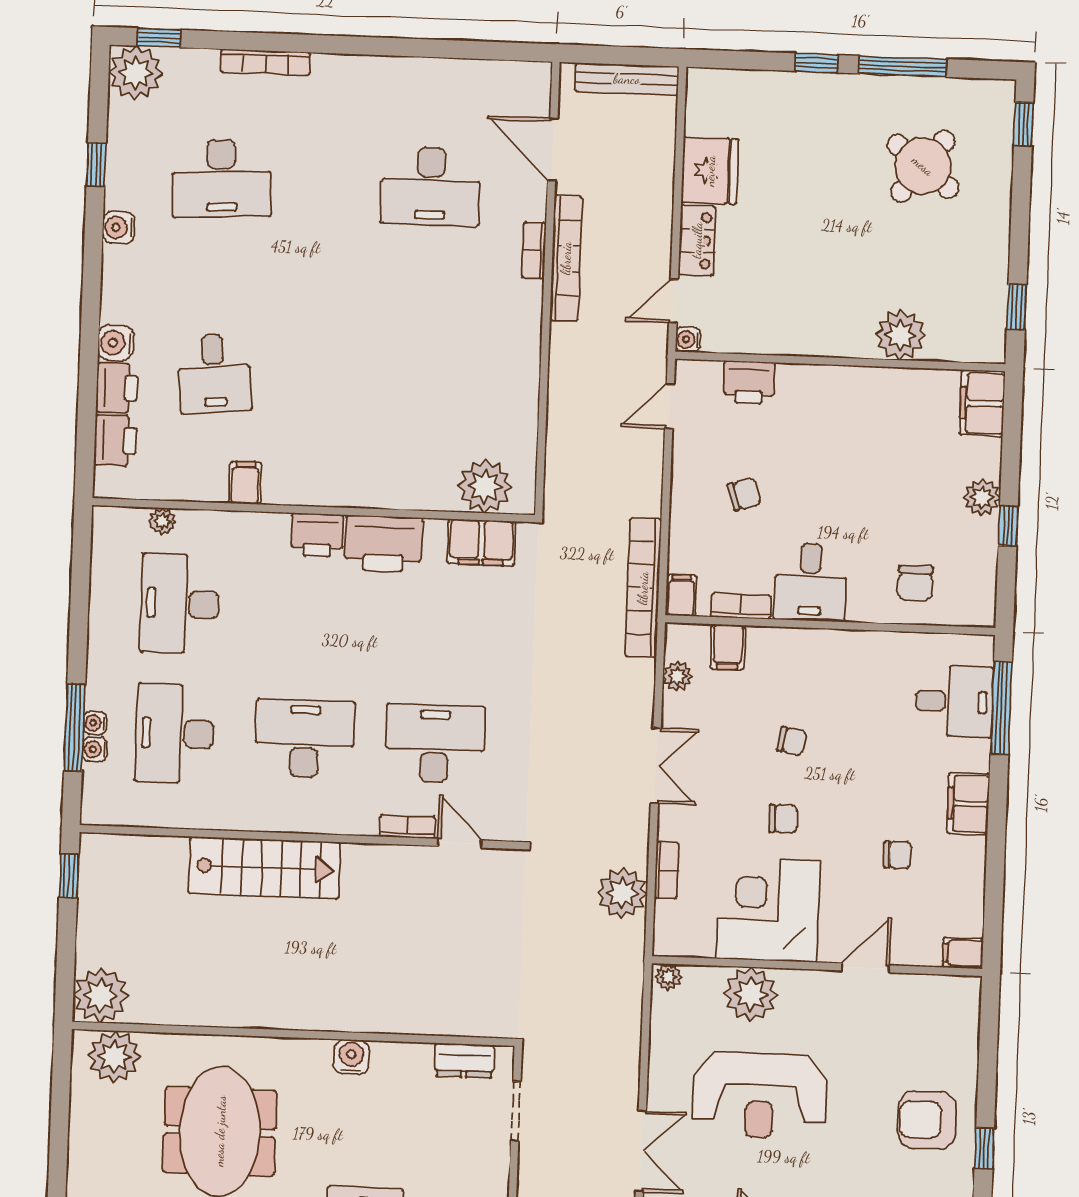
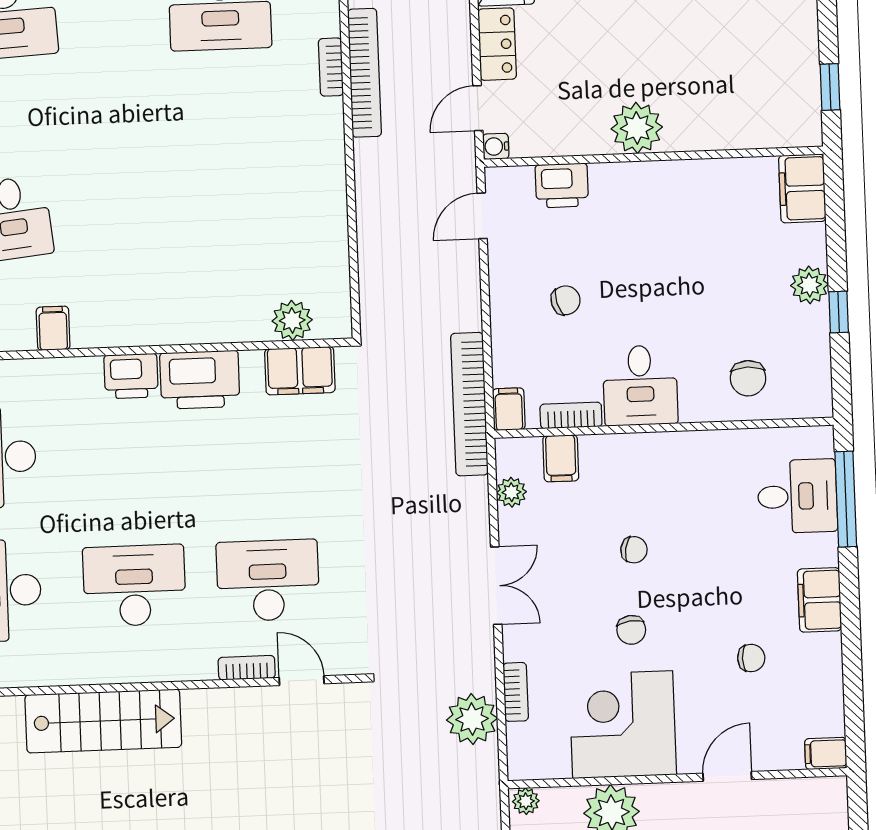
plant: (900, 335) -> (637, 128), moved
plant: (485, 486) -> (292, 320), width x0.73, depth x0.73
chair: (783, 819) -> (631, 630), turned 84

